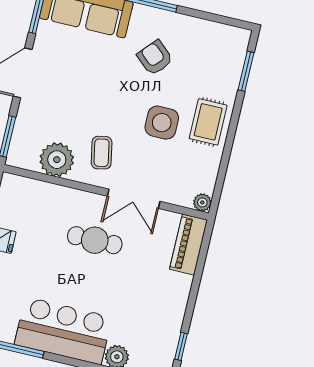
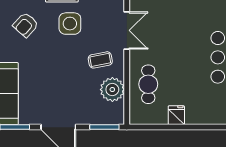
armchair: (155, 58) -> (26, 25), moved
cafe table: (95, 240) -> (148, 84), moved

